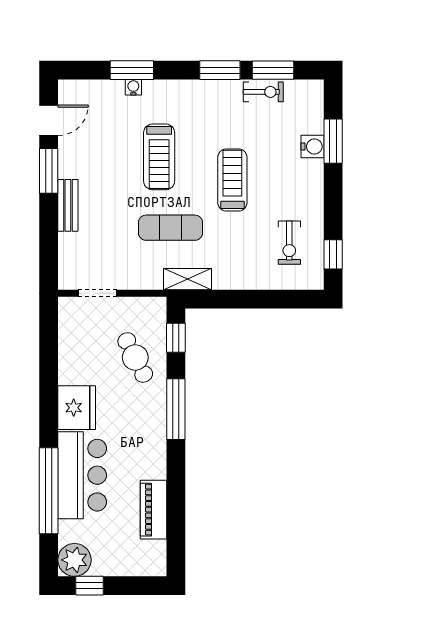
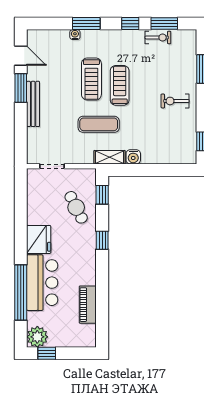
window: (132, 70) -> (86, 24), moved
window: (220, 70) -> (130, 24), width x0.67
door: (49, 120) -> (21, 56), hinge flipped
water cooler: (313, 147) -> (133, 157), moved, turned 90
treadmill: (232, 180) -> (120, 85), moved
bench: (68, 205) -> (33, 104), width x1.36
exercise bike: (289, 243) -> (175, 101), moved, turned 90
window: (176, 409) -> (102, 240), width x0.46

